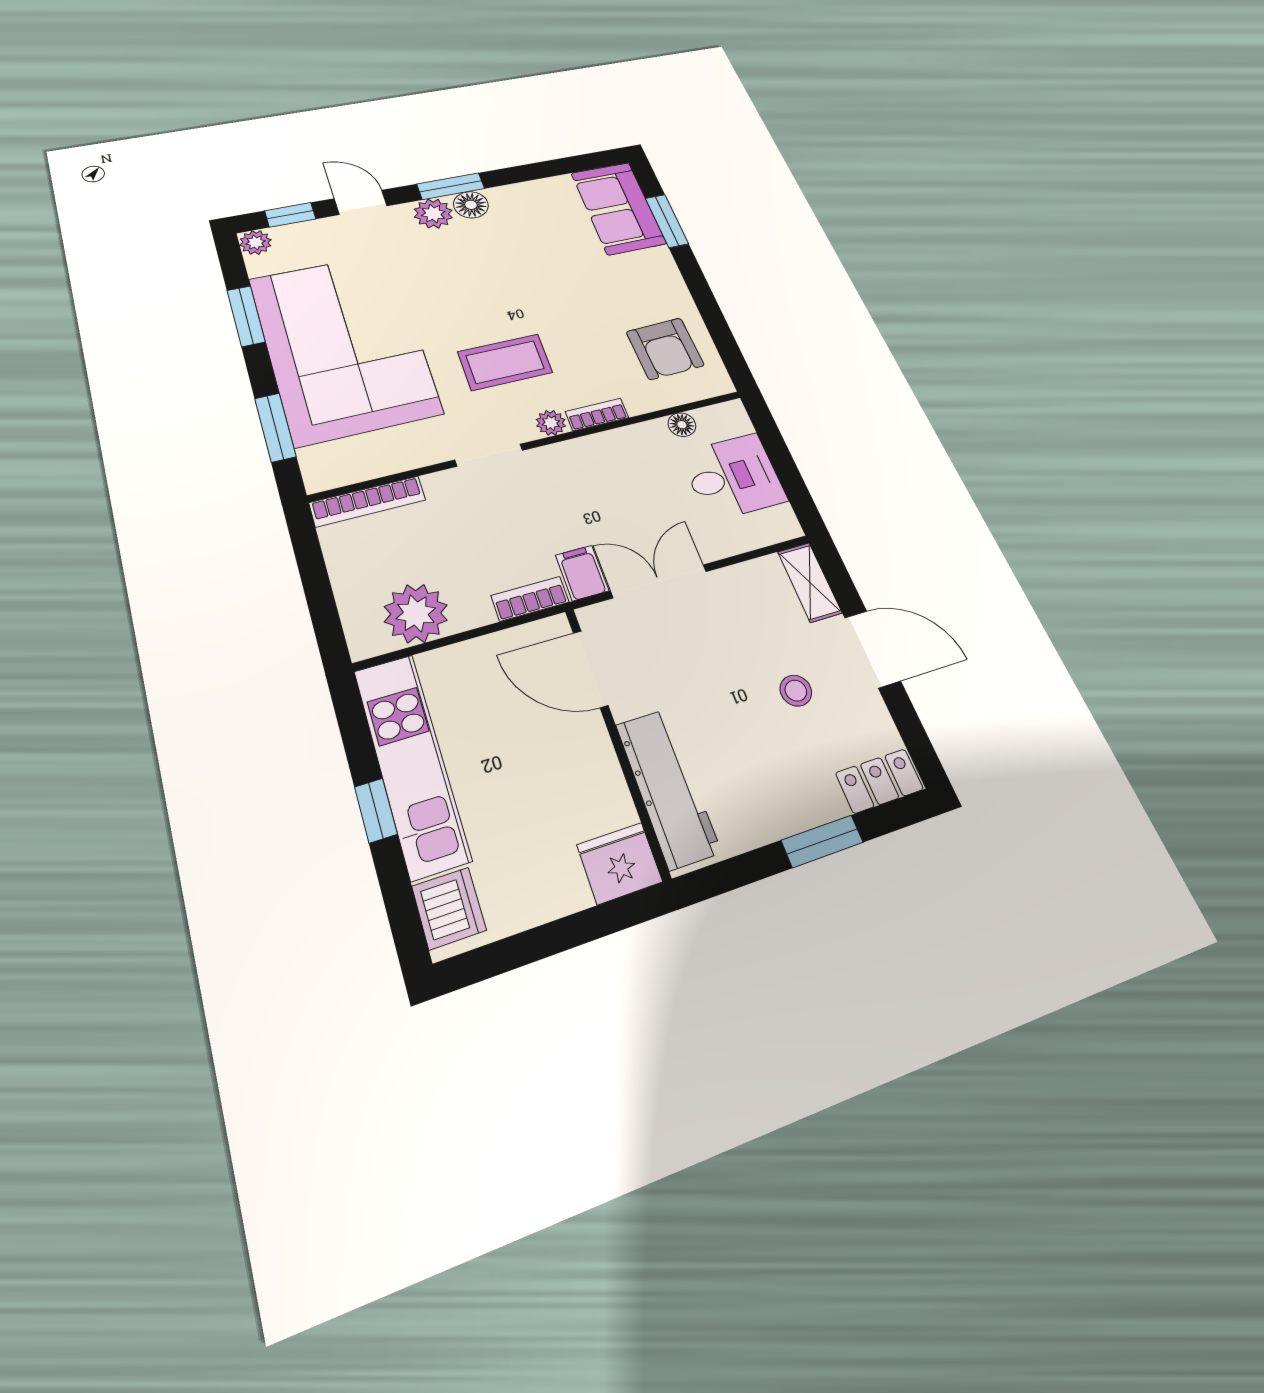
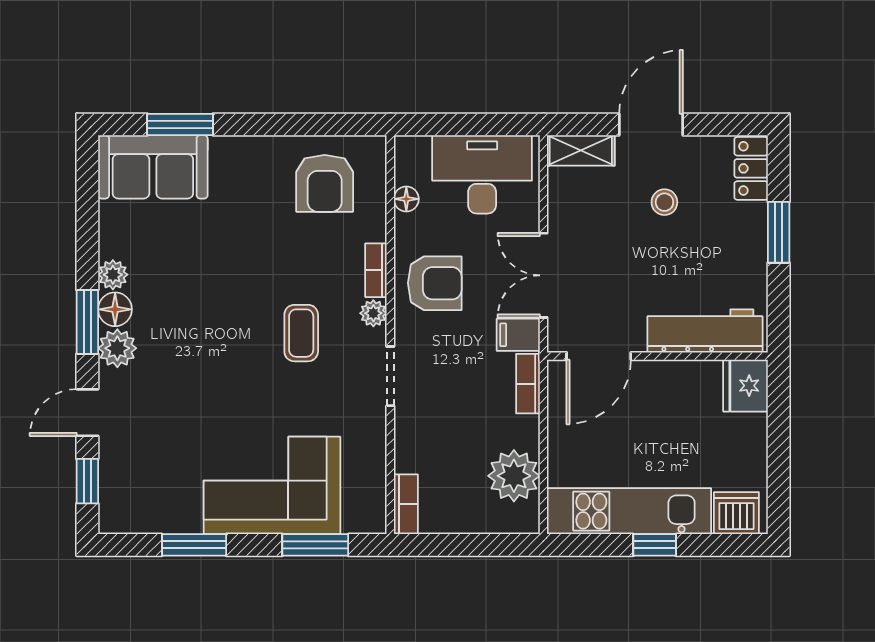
plant: (255, 242) -> (113, 275), moved
corner sofa: (344, 345) -> (272, 485), width x0.73, depth x0.74
armchair: (665, 349) -> (325, 183), turned 92
coffee table: (505, 362) -> (301, 333), width x0.73, depth x0.77
armchair: (606, 473) -> (435, 283), added
desk: (733, 477) -> (482, 174), width x1.37
bookcase: (367, 501) -> (406, 504), width x0.64

